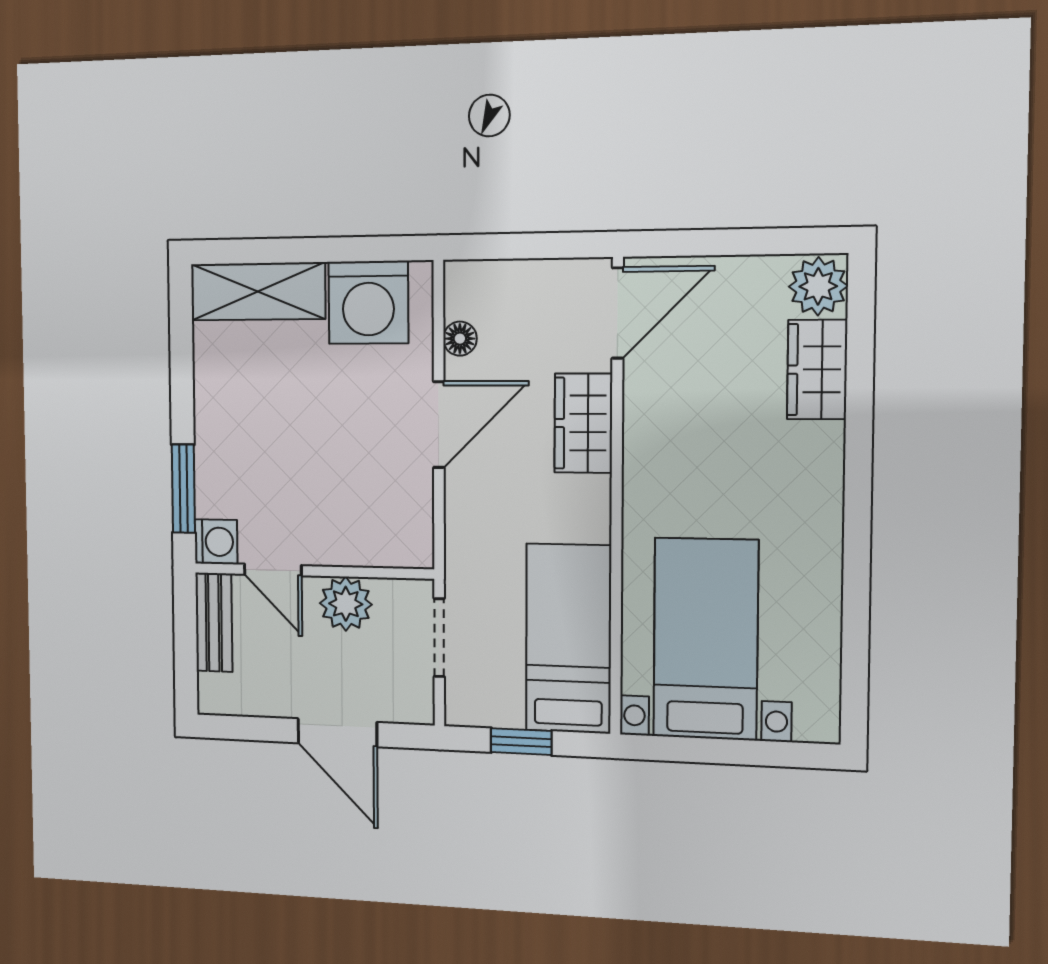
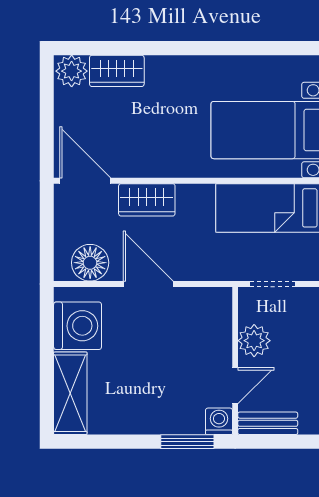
floor lamp: (460, 339) -> (90, 263), width x1.89, depth x1.89

